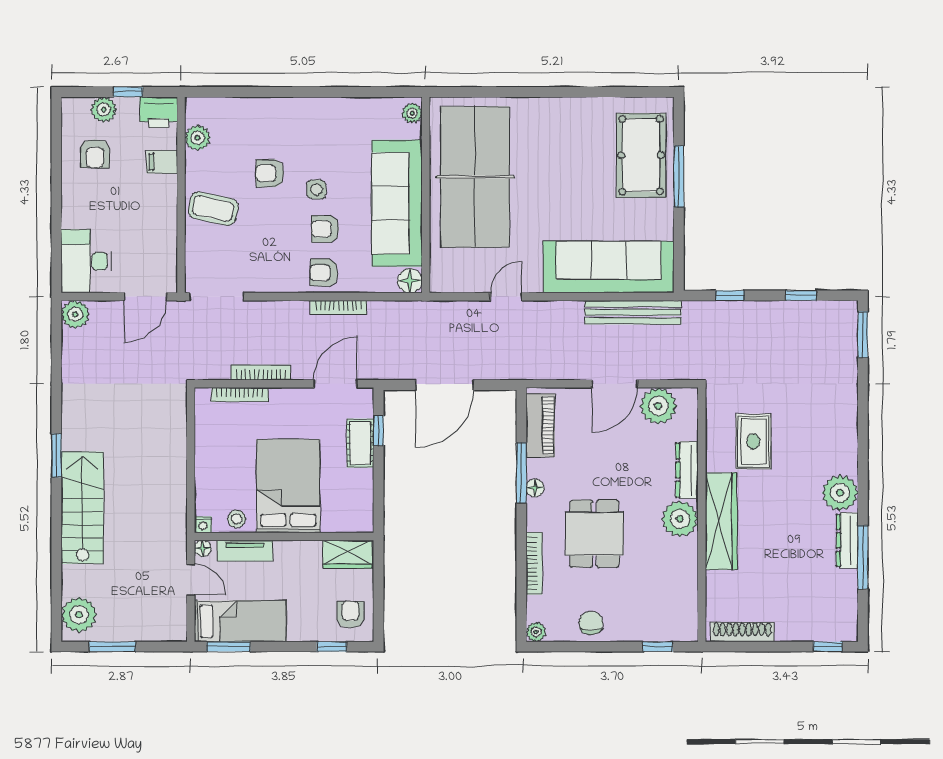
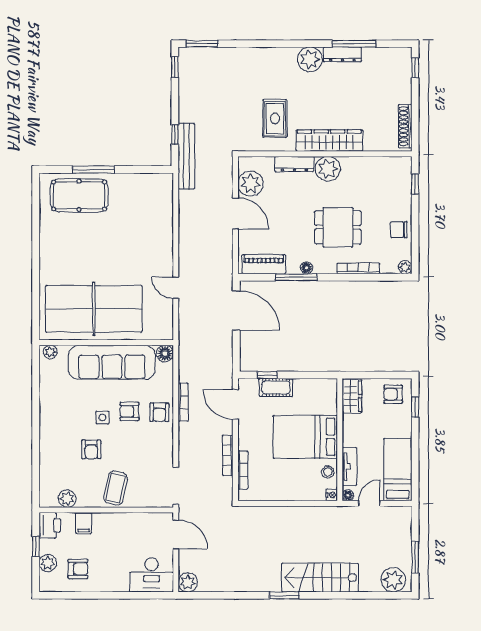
armchair: (325, 229) -> (129, 411), turned 90
sofa: (609, 267) -> (156, 218), removed
window: (801, 295) -> (175, 67), moved
bench: (633, 312) -> (186, 156), moved
door: (445, 385) -> (236, 311), moved
rug: (753, 441) -> (275, 119), turned 90
window: (228, 647) -> (415, 478), removed

